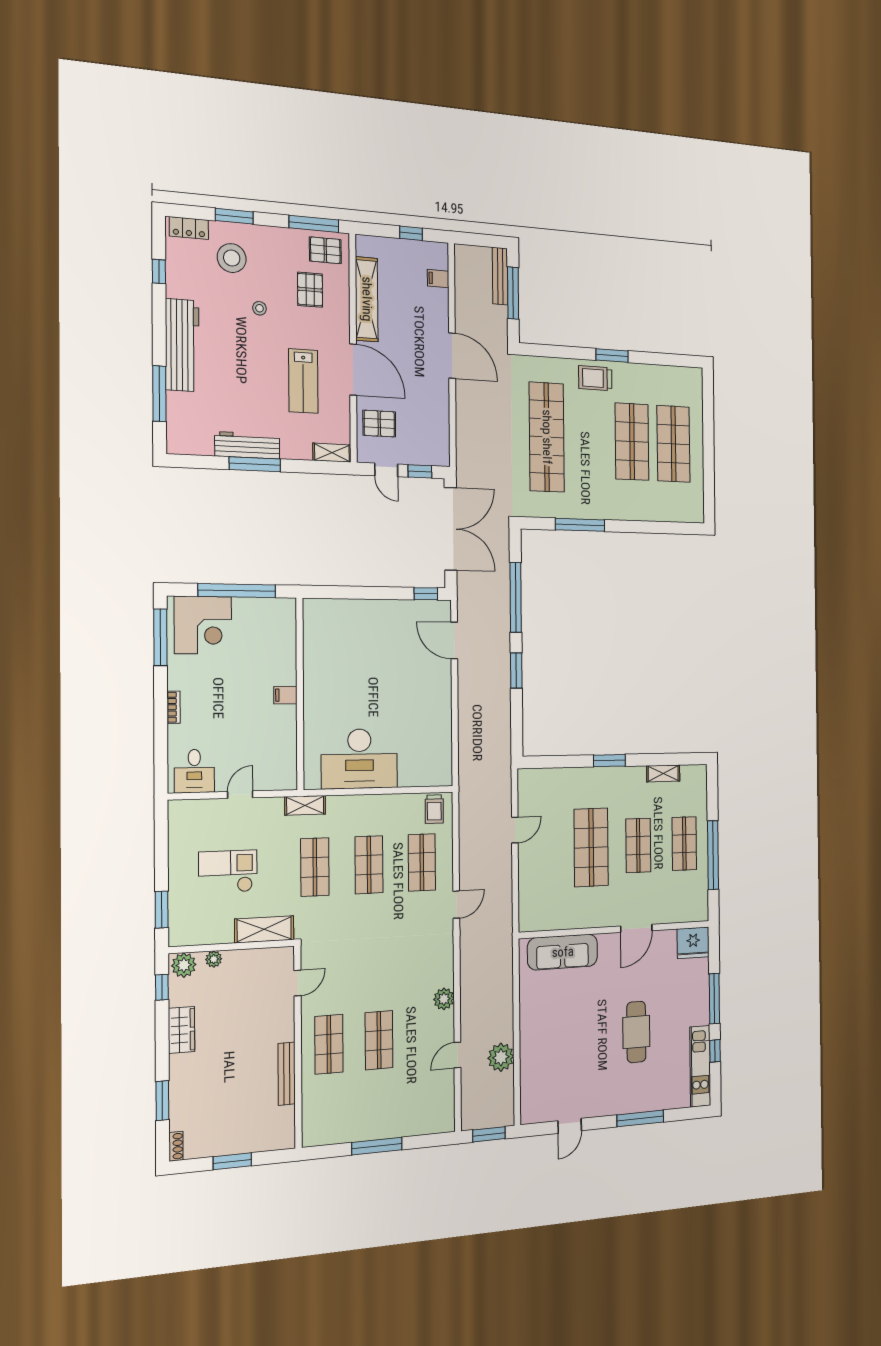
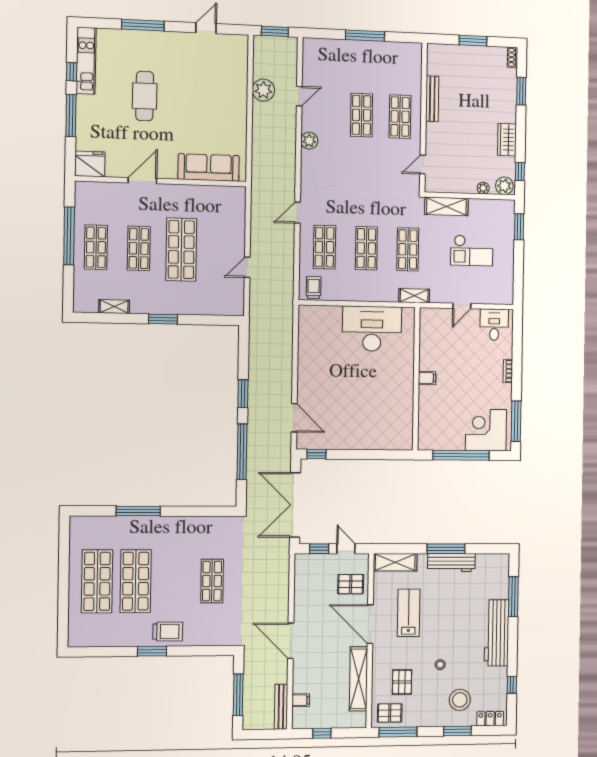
bench: (500, 276) -> (281, 707), moved
shop shelf: (547, 437) -> (212, 581), width x0.50, depth x0.74
shelving: (332, 453) -> (395, 562), width x1.50, depth x1.33
window: (580, 525) -> (138, 511), moved

